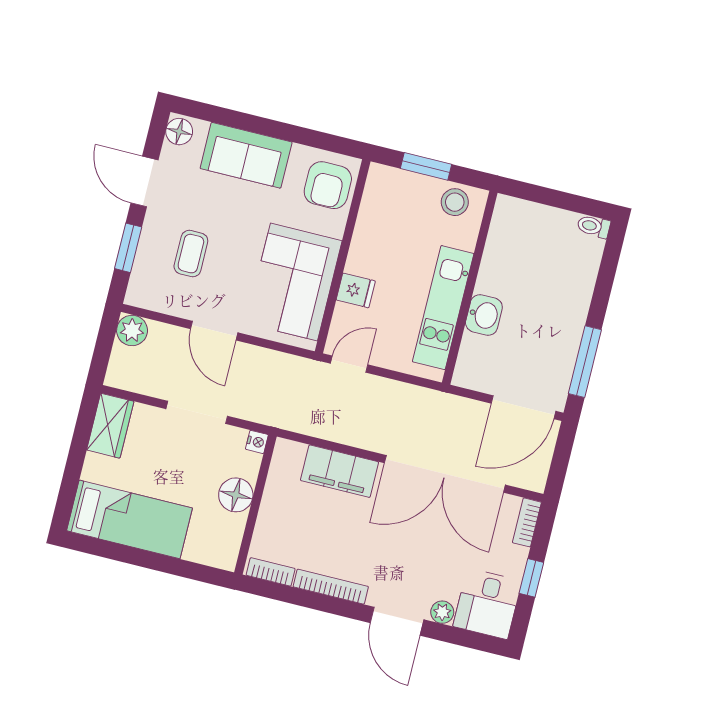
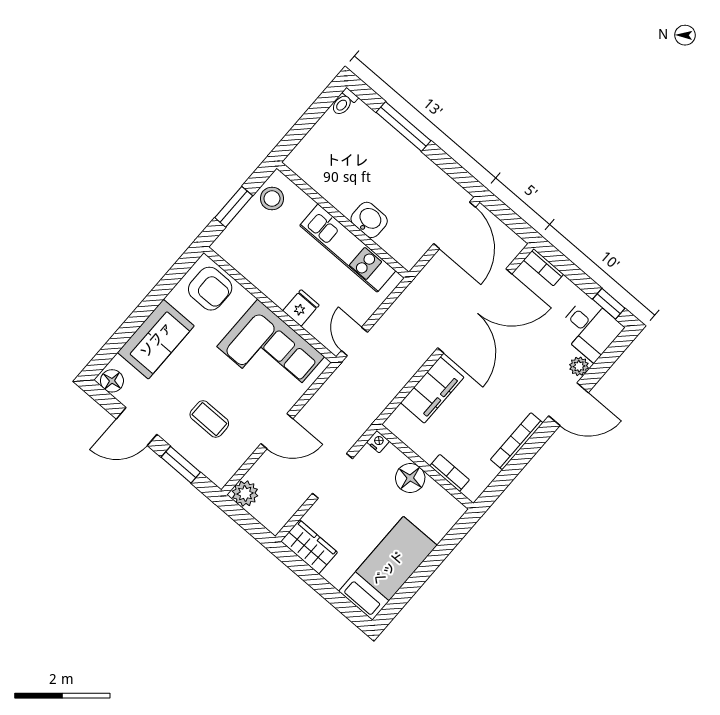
window: (585, 362) -> (403, 127), moved
bookcase: (271, 572) -> (450, 473), moved, turned 90
window: (531, 578) -> (609, 304), moved

